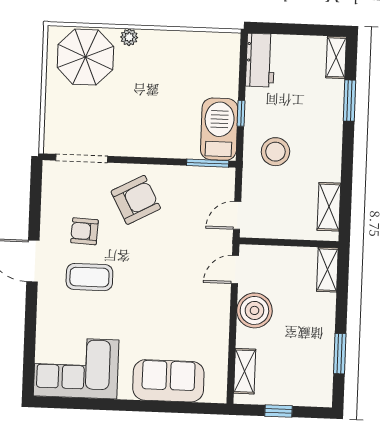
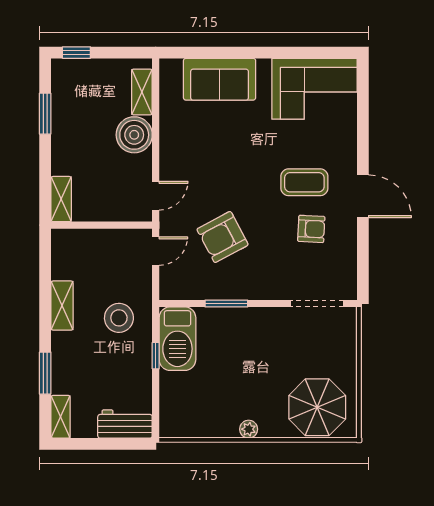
plant: (129, 37) -> (249, 429), moved
workbench: (260, 60) -> (125, 424), moved, turned 90
window: (208, 163) -> (226, 303), moved
armchair: (136, 200) -> (223, 237), moved
shelving: (329, 207) -> (62, 306), moved
boiler: (254, 310) -> (134, 135), moved
window: (278, 411) -> (76, 53), moved

